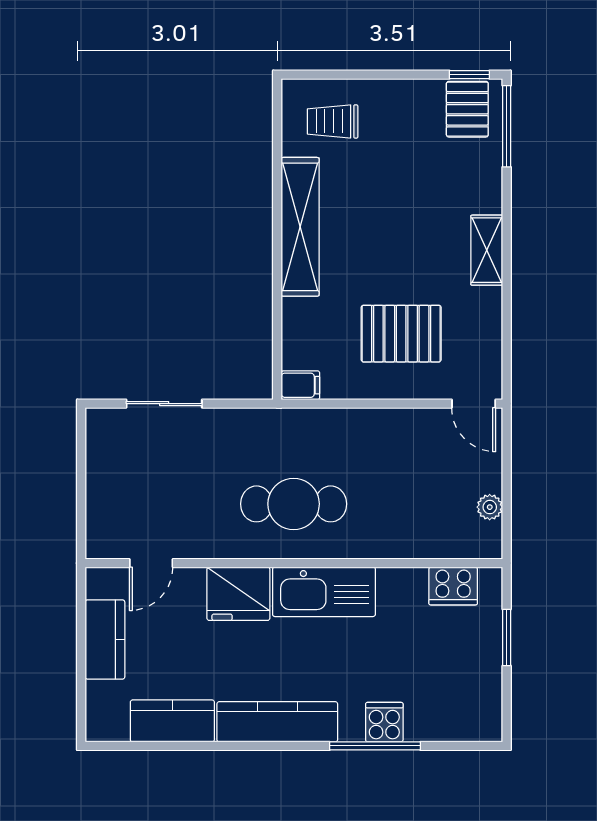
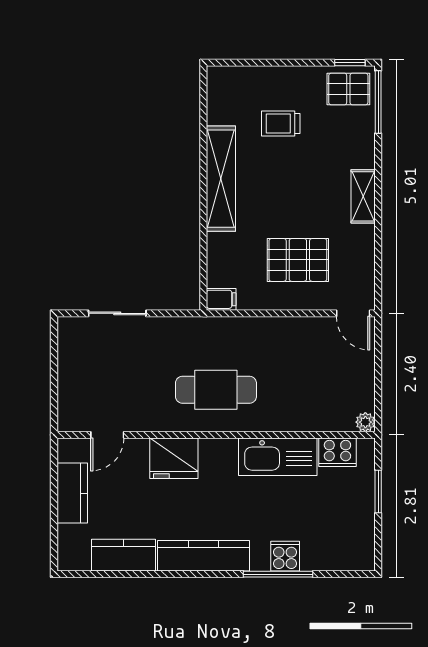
pallet: (467, 109) -> (348, 89), turned 90
trolley: (333, 121) -> (281, 123), moved
plant: (490, 507) -> (365, 422), moved
kitchen sink: (324, 592) -> (278, 457), moved

